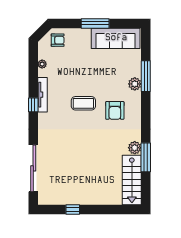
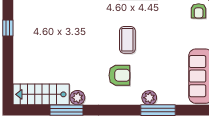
armchair: (115, 110) -> (119, 75), turned 180

